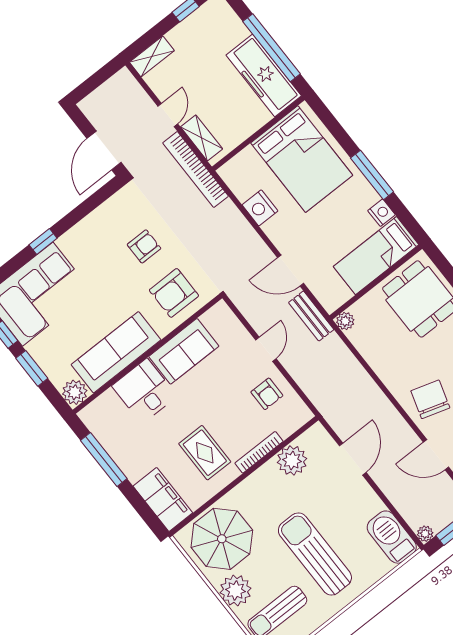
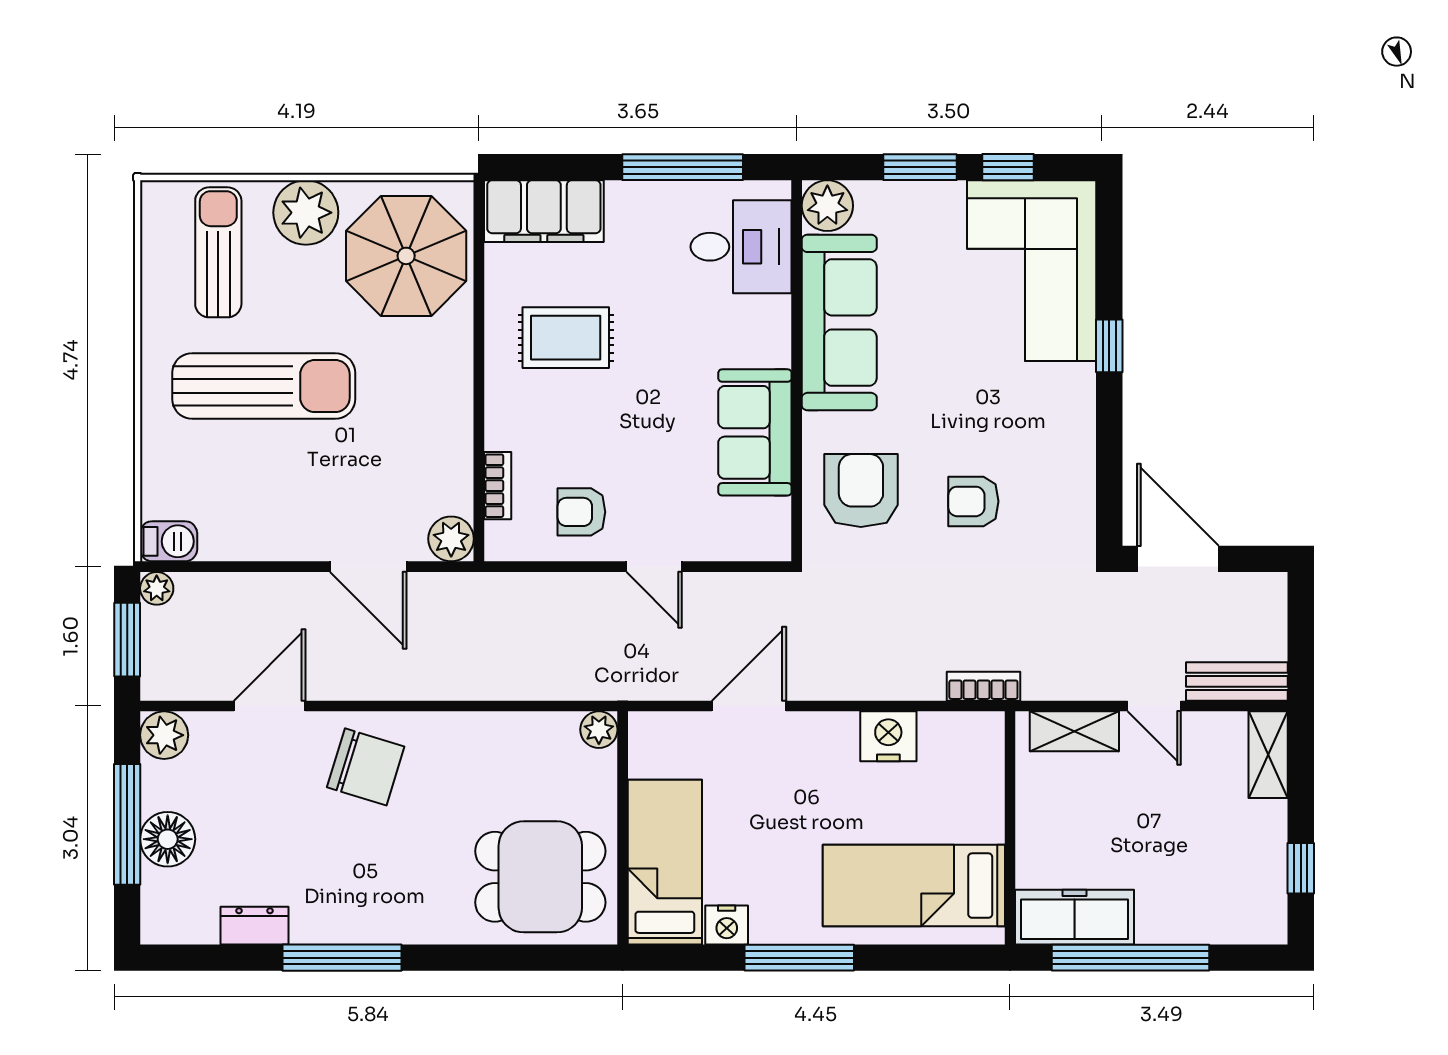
freezer: (264, 75) -> (1074, 917), width x0.73, depth x0.79
bed: (302, 159) -> (914, 886), width x0.67
bookcase: (196, 169) -> (983, 686), width x0.43, depth x0.76
armchair: (144, 246) -> (973, 501), turned 90
bench: (311, 316) -> (1237, 681), moved
desk: (144, 391) -> (741, 247), moved
bookcase: (259, 452) -> (498, 486), moved, width x0.64
plant: (292, 460) -> (451, 539), moved, width x0.73, depth x0.73
barbecue: (392, 537) -> (169, 541), width x0.53, depth x0.65

